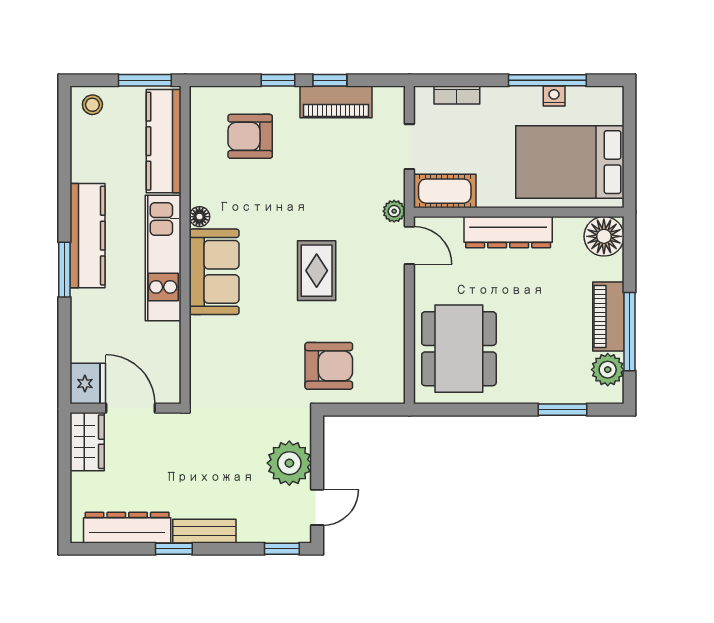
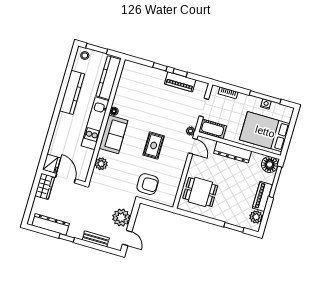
window: (145, 80) -> (97, 49), moved
armchair: (250, 136) -> (143, 86), removed
kitchen counter: (88, 236) -> (72, 92), moved
window: (64, 270) -> (55, 117), removed
window: (630, 332) -> (275, 182), moved
dining table: (459, 349) -> (200, 192), width x0.73
plant: (205, 350) -> (101, 164), added
door: (317, 507) -> (127, 238), hinge flipped
bench: (204, 531) -> (96, 239), moved
window: (282, 549) -> (109, 250), removed

